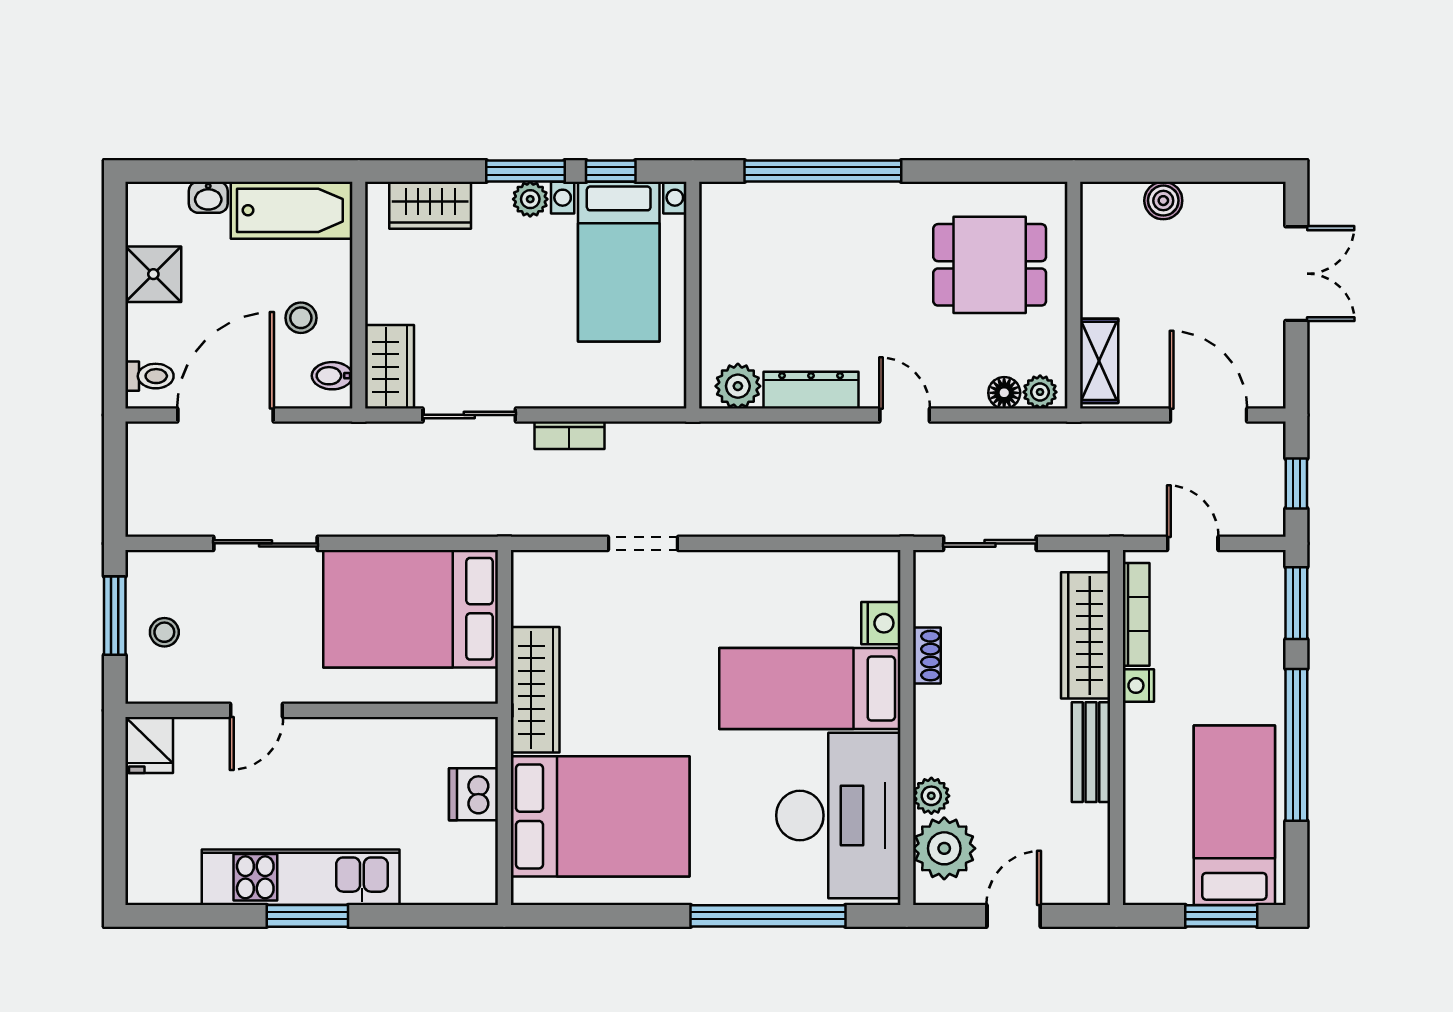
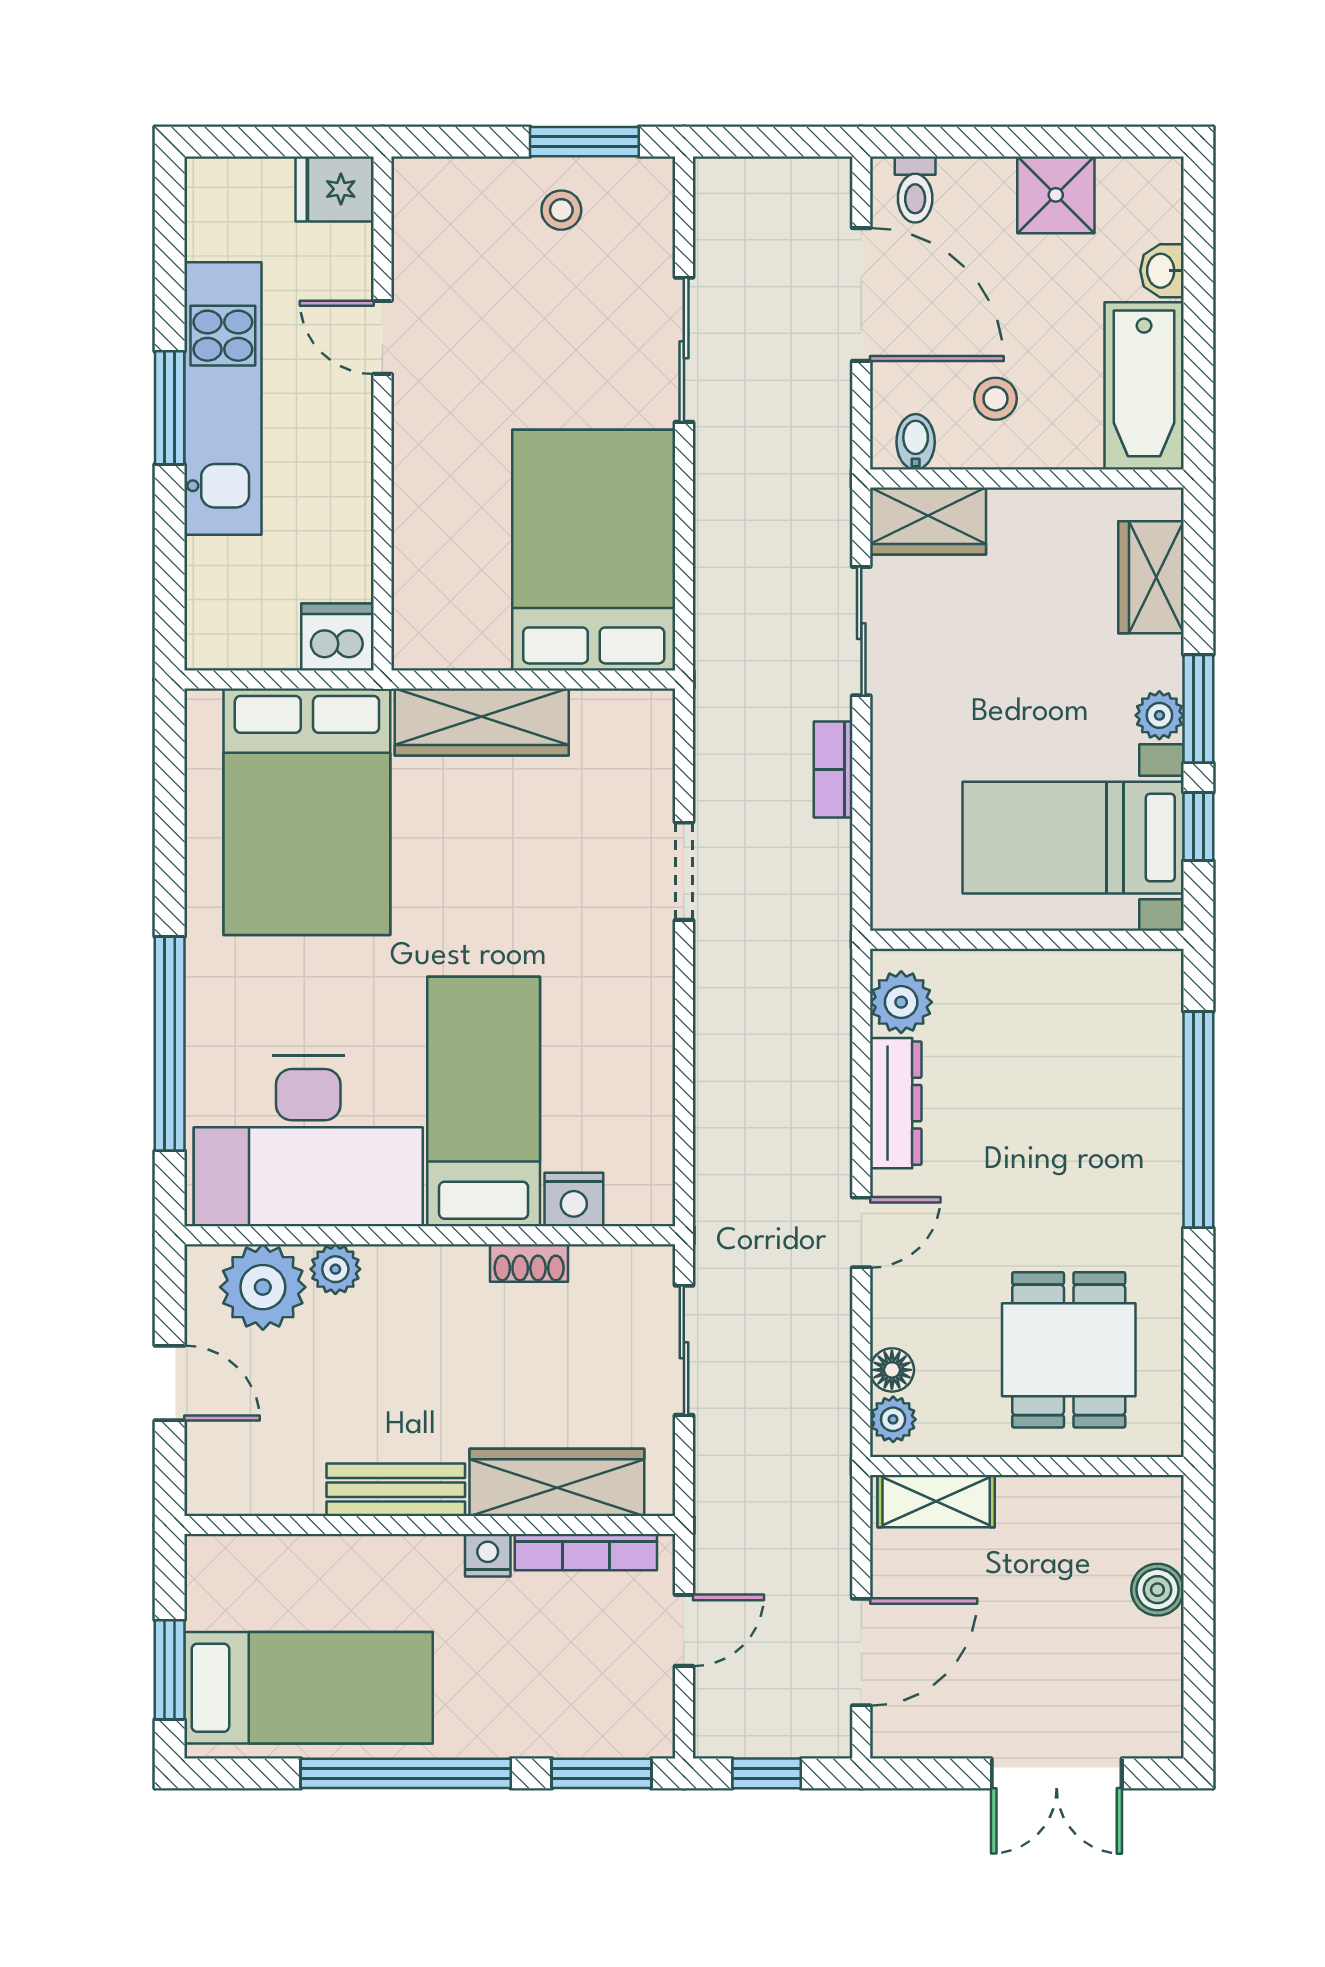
door: (257, 710) -> (382, 337), moved
wall: (312, 710) -> (382, 414), moved
fridge: (149, 745) -> (335, 189), moved

